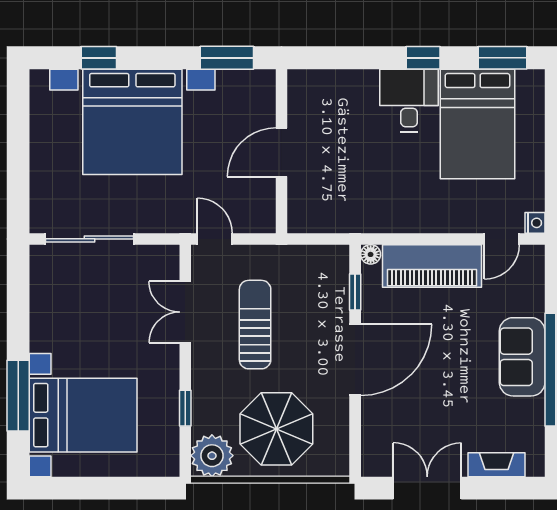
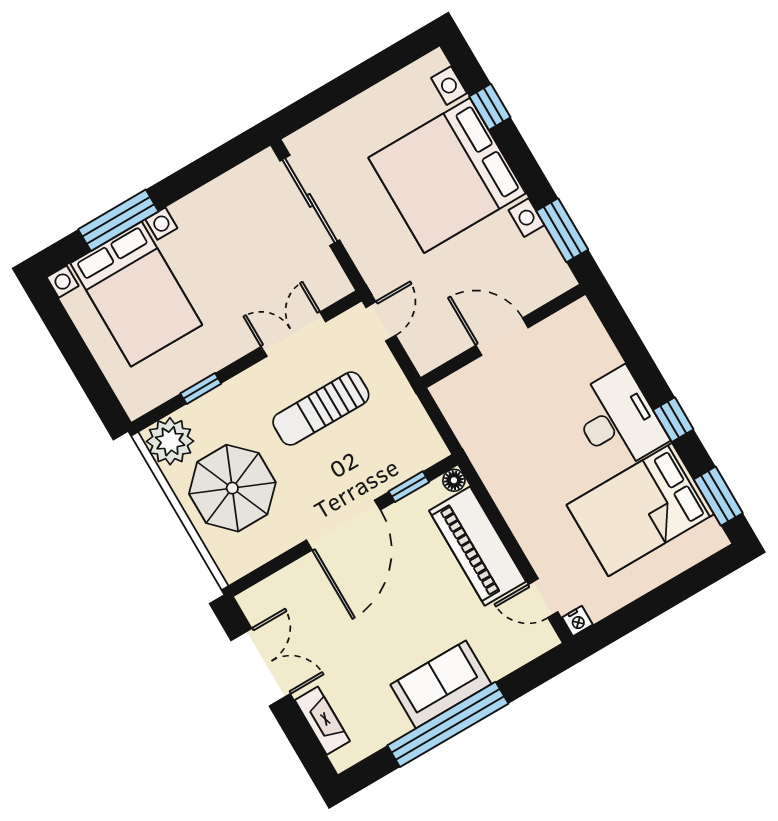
desk: (409, 100) -> (618, 420), width x1.37
sun lounger: (255, 325) -> (321, 409), turned 180
door: (355, 360) -> (343, 525), hinge flipped

